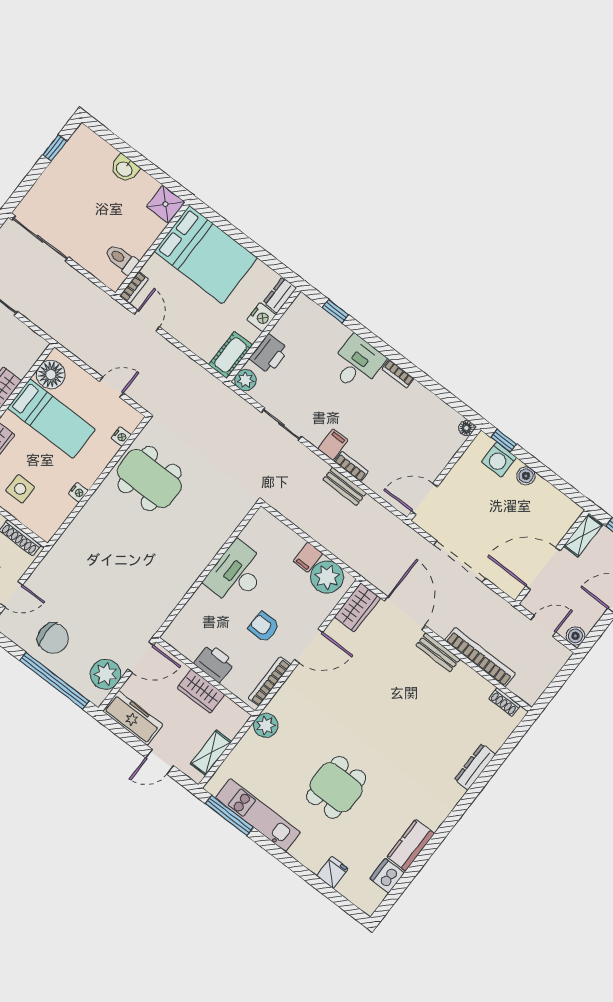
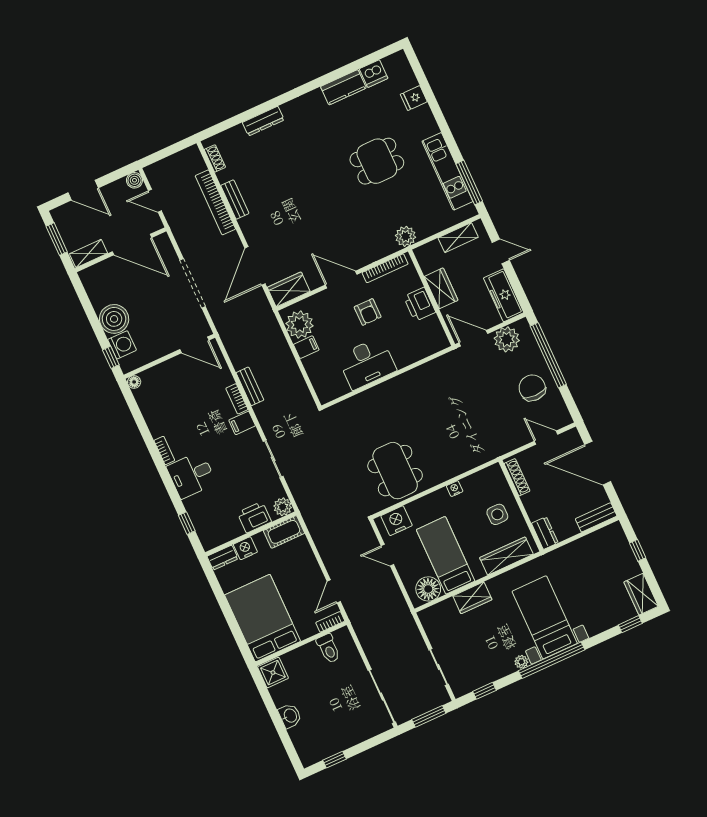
nightstand: (121, 437) -> (397, 521), width x1.89, depth x1.79
boiler: (526, 476) -> (114, 319), width x1.86, depth x1.86
bench: (438, 652) -> (235, 200), moved

